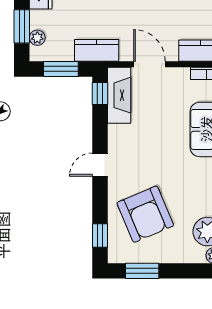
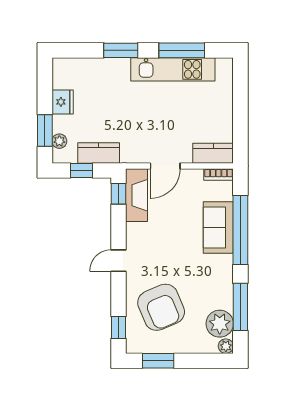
kitchen counter: (97, 50) -> (99, 153), moved
door: (150, 64) -> (165, 166), swing flipped
window: (61, 69) -> (82, 171), width x0.67

